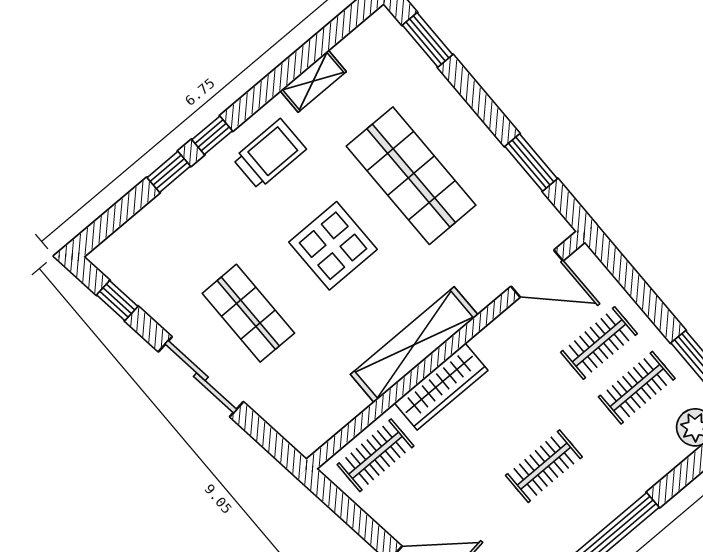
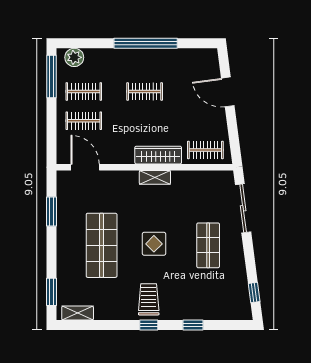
shelving: (313, 81) -> (78, 313), moved
window: (212, 135) -> (149, 325), moved
trolley: (269, 154) -> (149, 299), turned 90
display table: (333, 246) -> (154, 244), width x0.73, depth x0.73
shelving: (414, 345) -> (155, 177), width x0.45, depth x0.75
sliding door: (201, 377) -> (243, 208), moved

